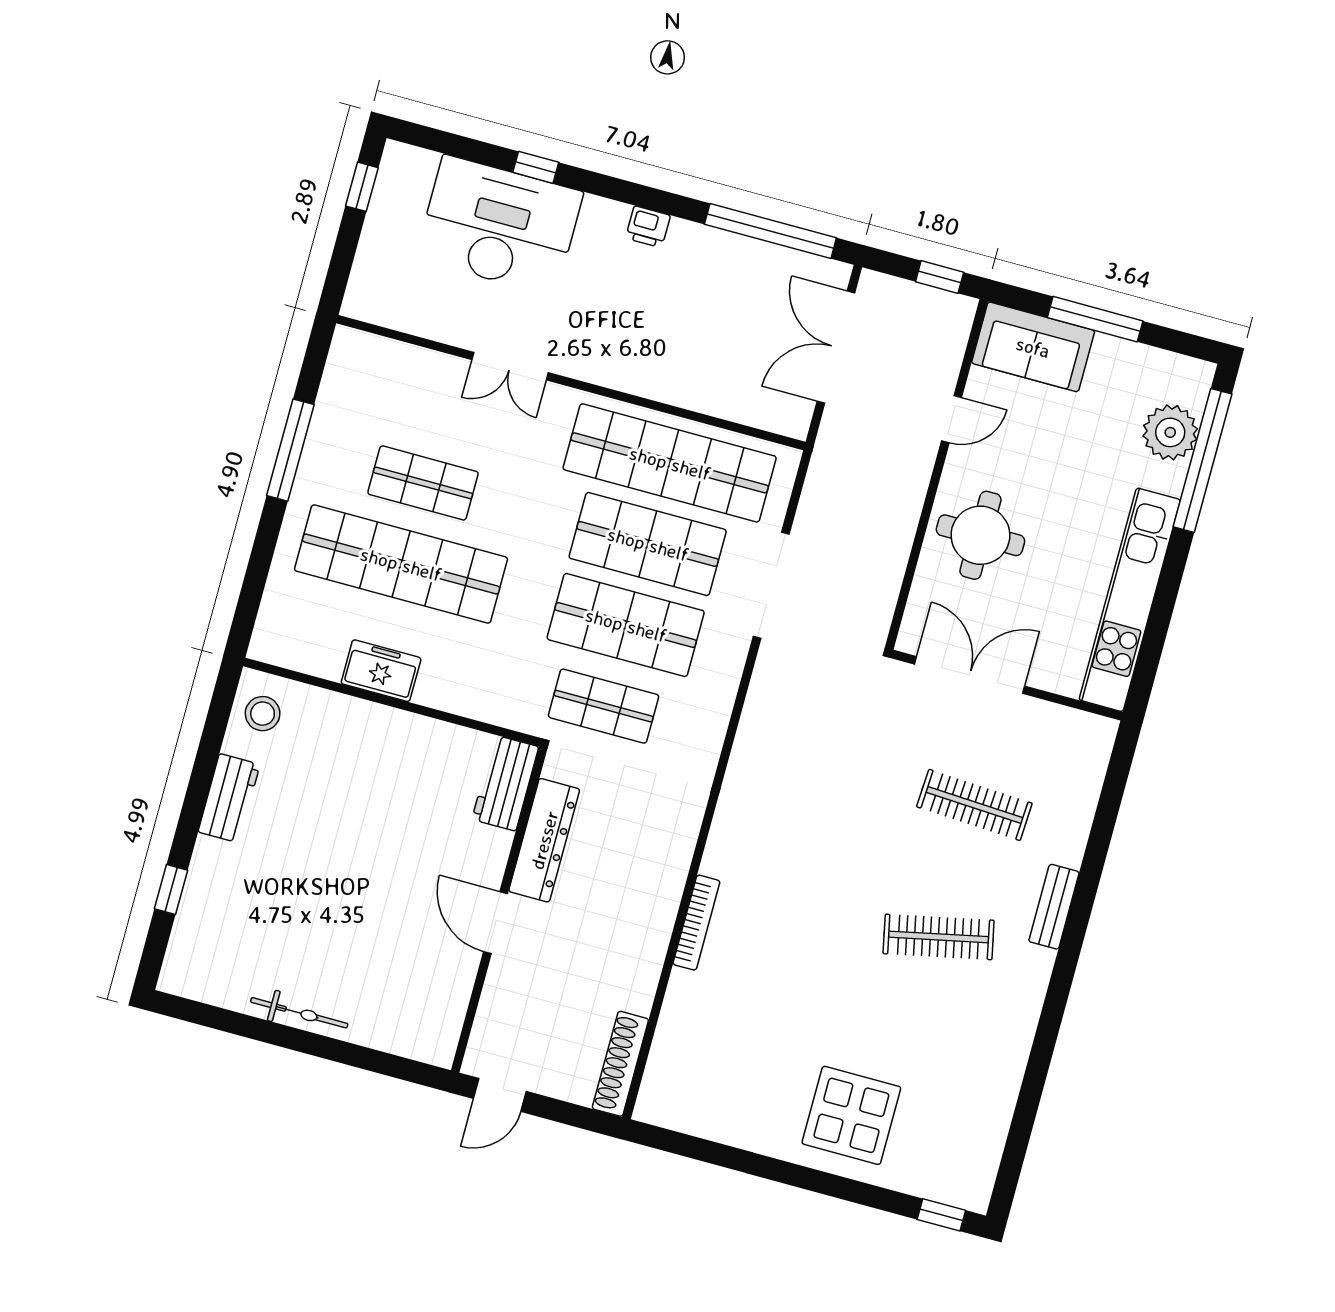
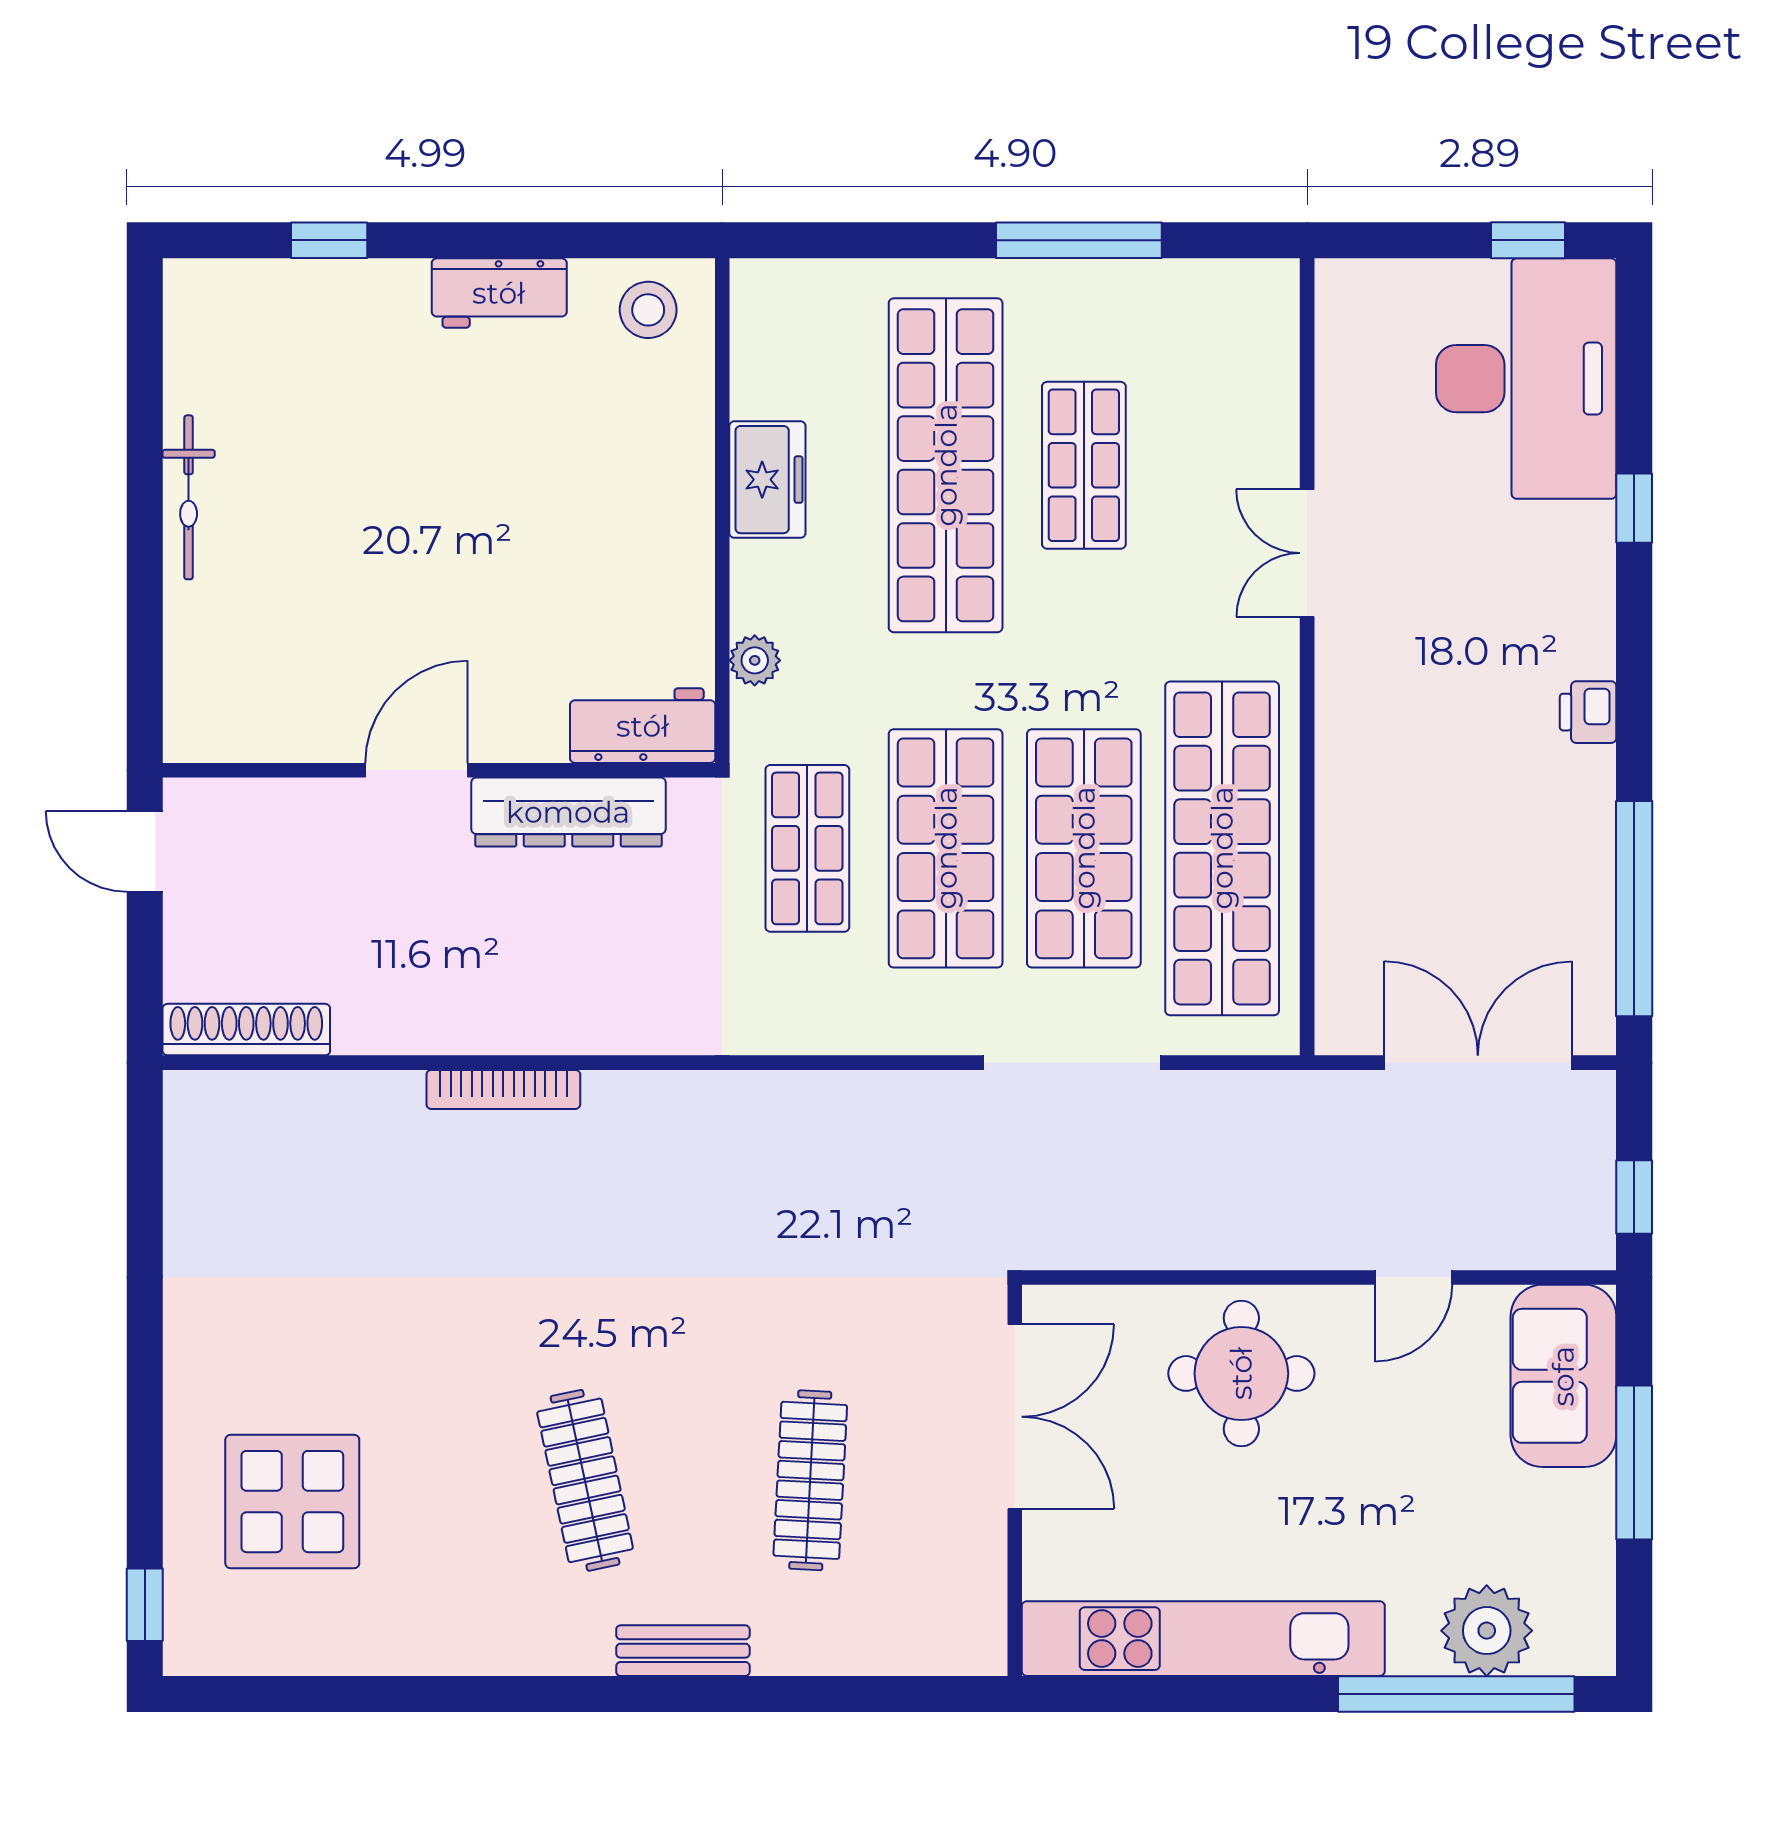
desk: (499, 225) -> (1526, 379), moved
door: (952, 419) -> (1414, 1277), hinge flipped
plant: (485, 707) -> (755, 660), added
display table: (851, 1115) -> (292, 1502), moved

